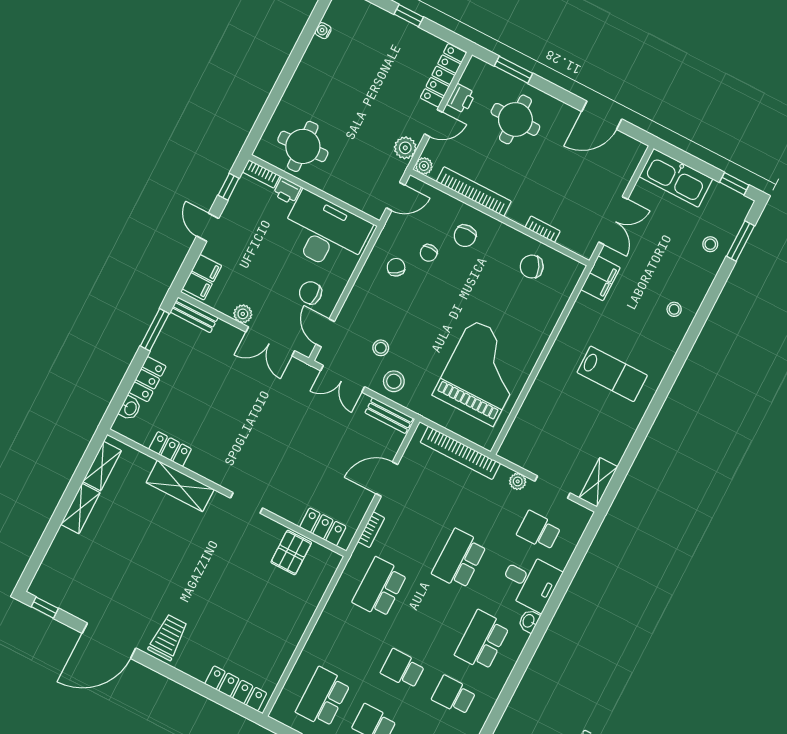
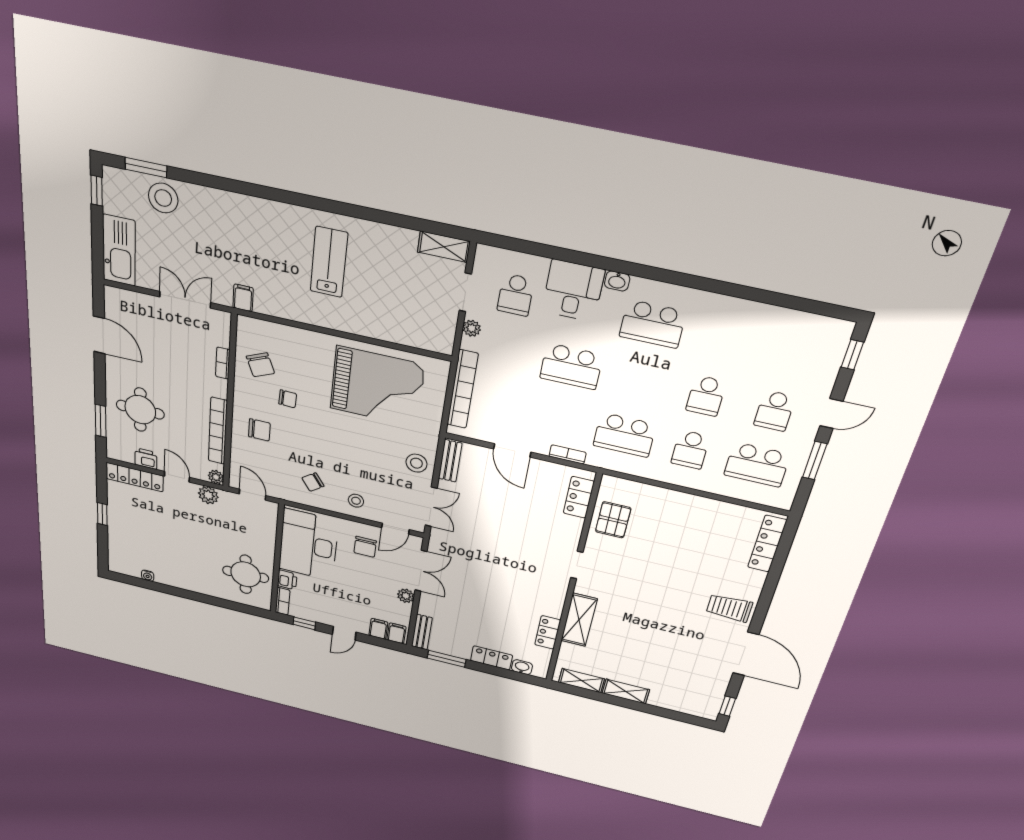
stool: (710, 244) -> (163, 198), width x1.89, depth x1.89
chair: (429, 253) -> (288, 399), moved
filing cabinet: (600, 278) -> (243, 298), width x0.50
stool: (674, 309) -> (241, 217), removed
stool: (381, 348) -> (356, 501), moved
grand piano: (482, 372) -> (377, 387), turned 180
pallet: (291, 553) -> (613, 520), turned 90
school desk: (454, 695) -> (690, 450), moved

